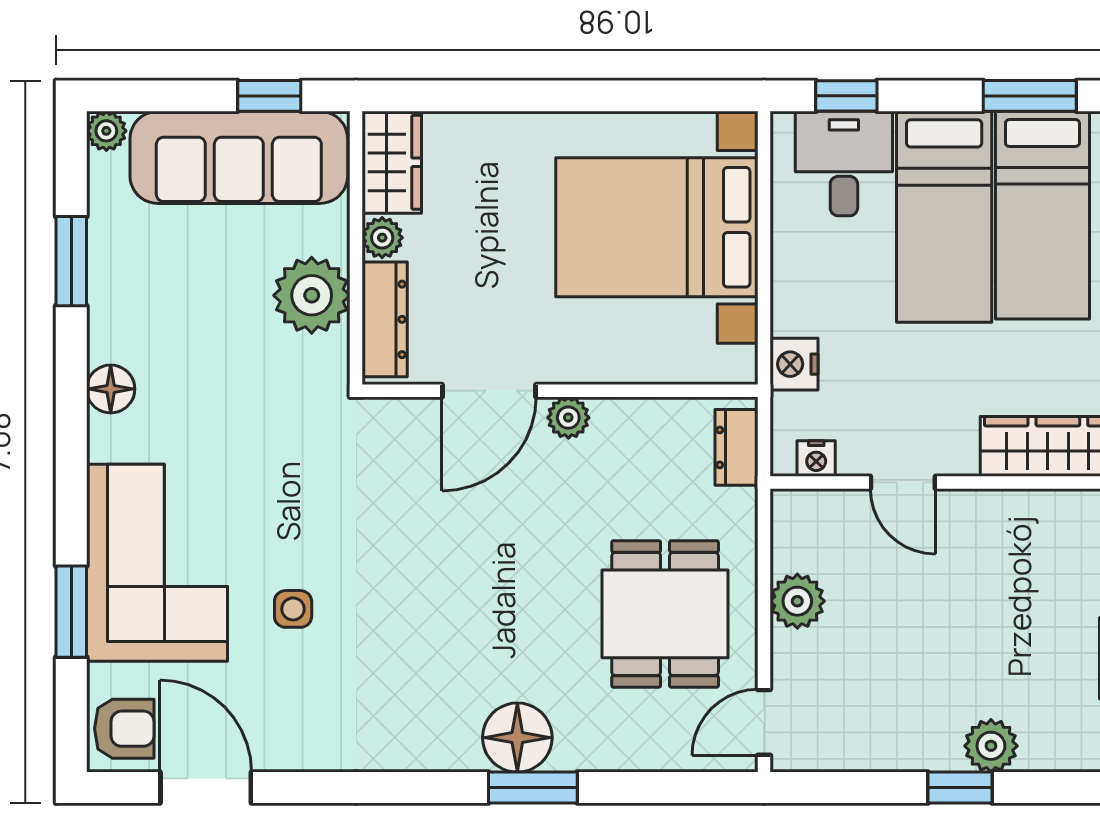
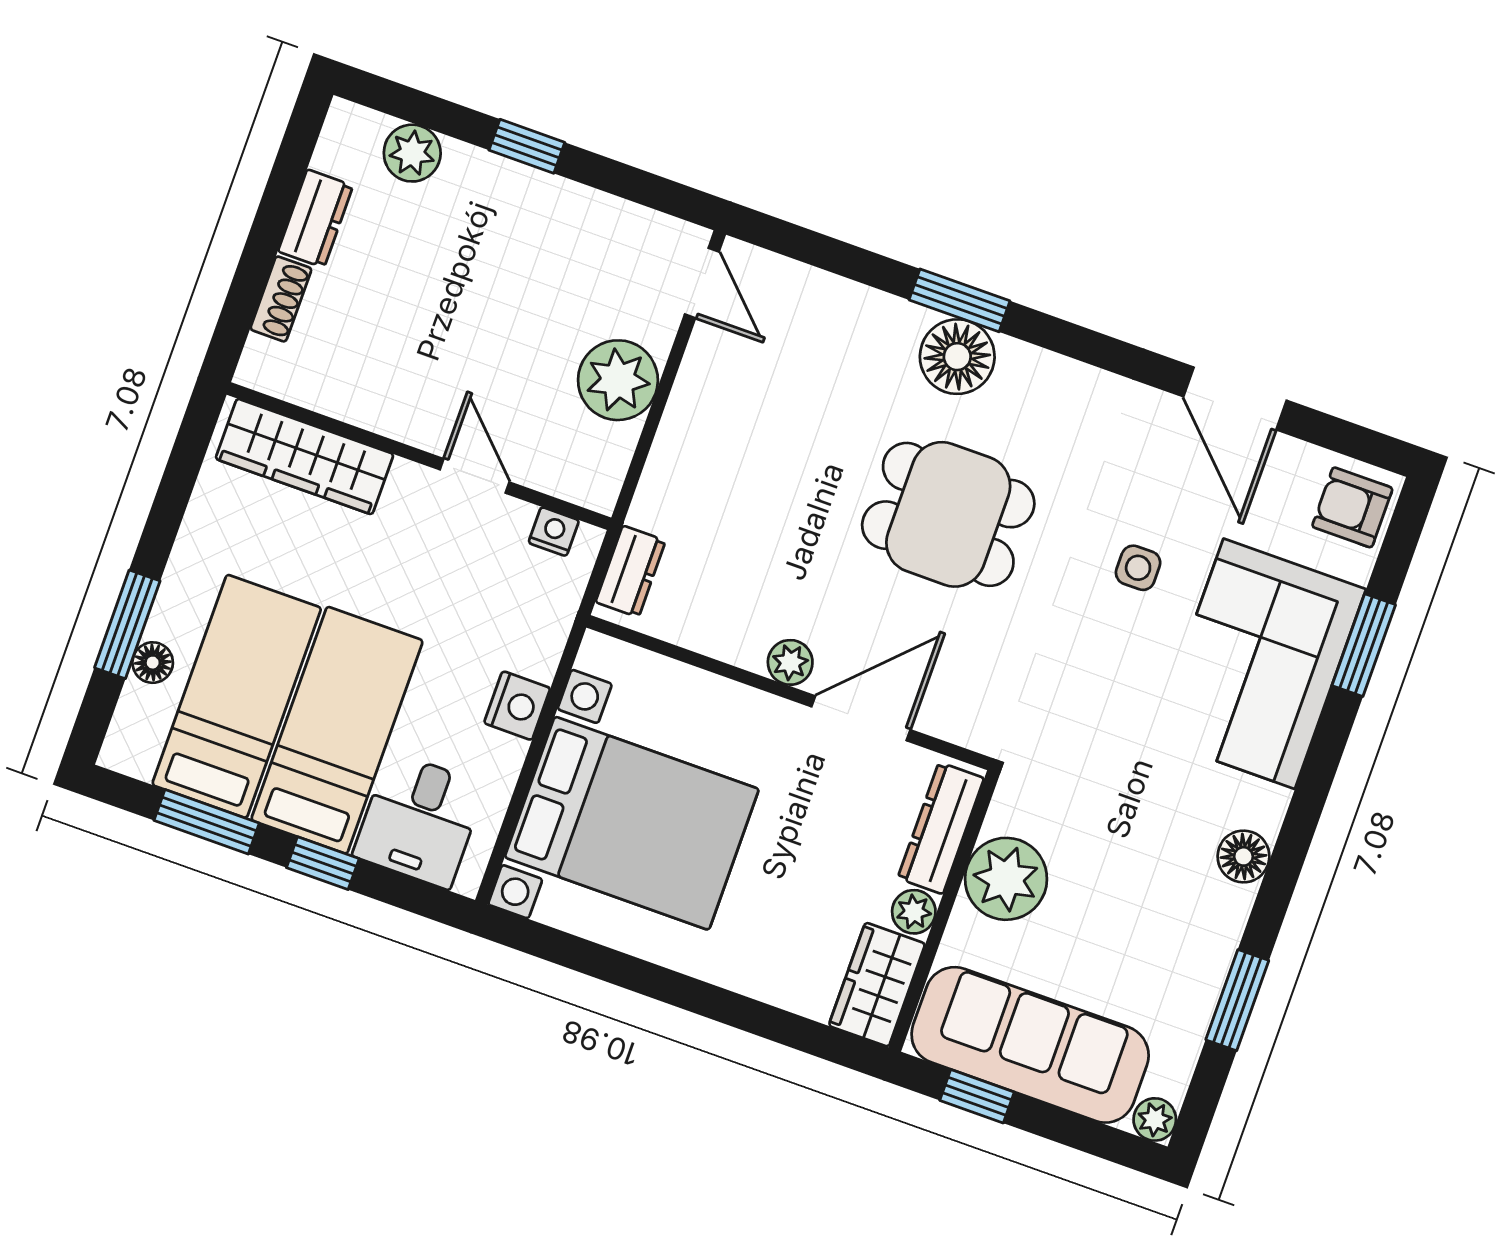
window: (846, 96) -> (323, 863), moved
nightstand: (794, 364) -> (517, 706), moved
plant: (797, 601) -> (618, 380), width x1.36, depth x1.36
dining table: (665, 614) -> (948, 514), moved, turned 90
door: (764, 722) -> (702, 283), hinge flipped
plant: (991, 746) -> (412, 153), moved
door: (206, 788) -> (1235, 398), moved

